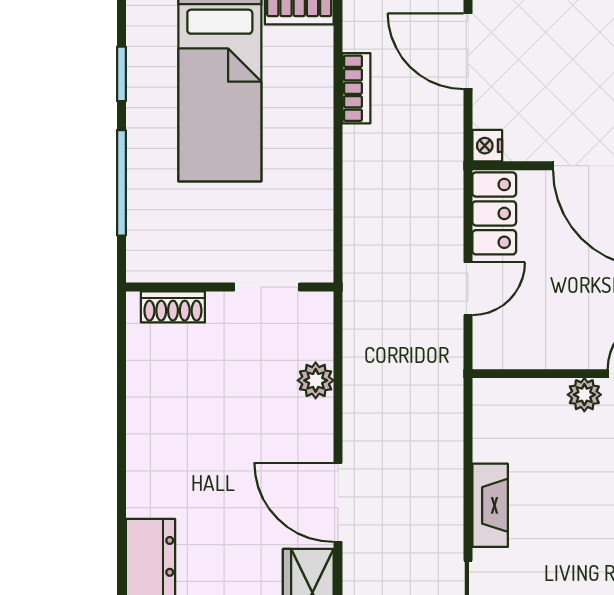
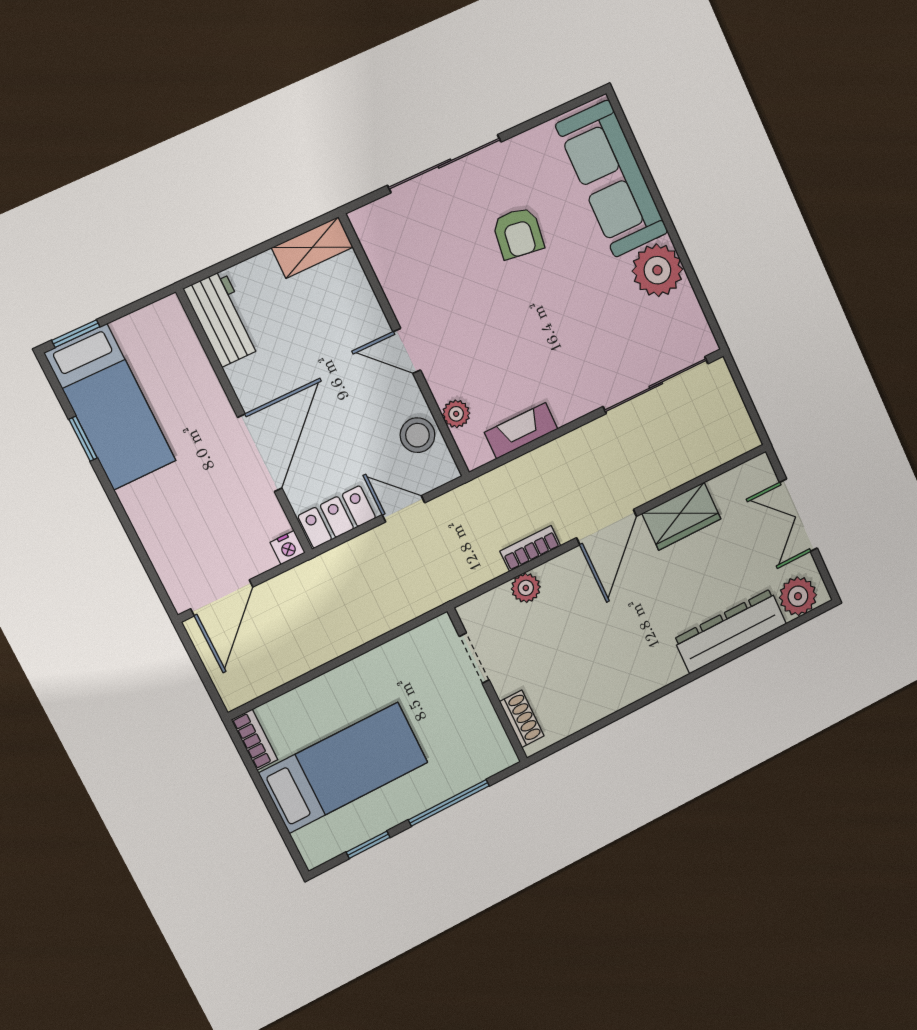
bookcase: (356, 88) -> (530, 549), moved
stool: (540, 342) -> (417, 435), added
plant: (584, 395) -> (456, 414), moved
fireplace: (490, 505) -> (521, 431), moved

